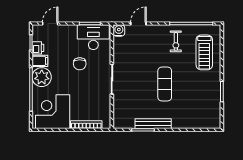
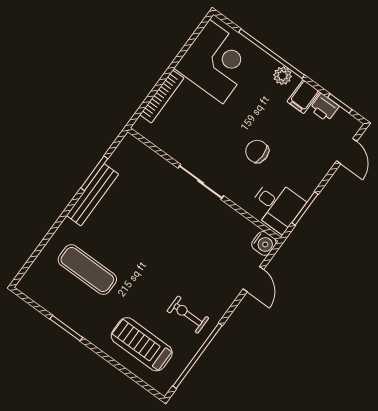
desk: (93, 37) -> (277, 206), width x0.73
plant: (42, 77) -> (283, 76), width x0.53, depth x0.53
exercise mat: (165, 84) -> (87, 270), moved

